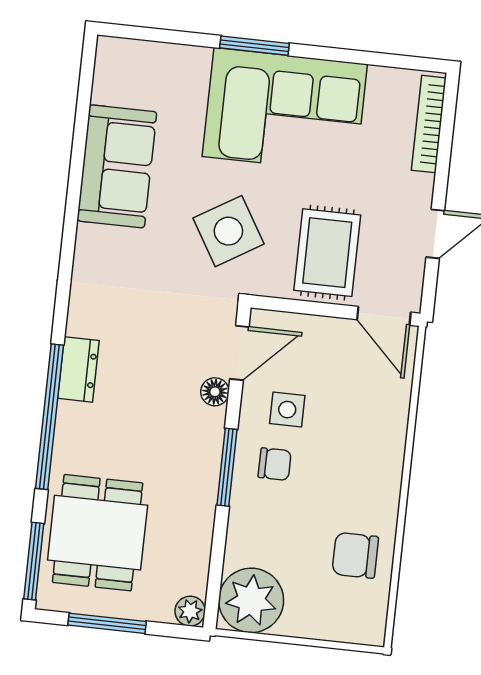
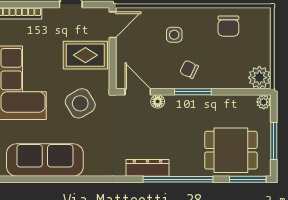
sofa: (117, 166) -> (45, 160), width x1.36
dresser: (78, 369) -> (147, 168), width x1.44
side table: (287, 410) -> (174, 35), moved
chair: (275, 464) -> (189, 69), turned -65
plant: (251, 600) -> (259, 78), width x0.73, depth x0.73

